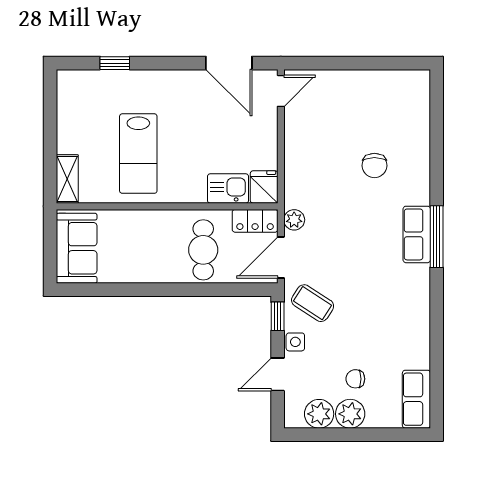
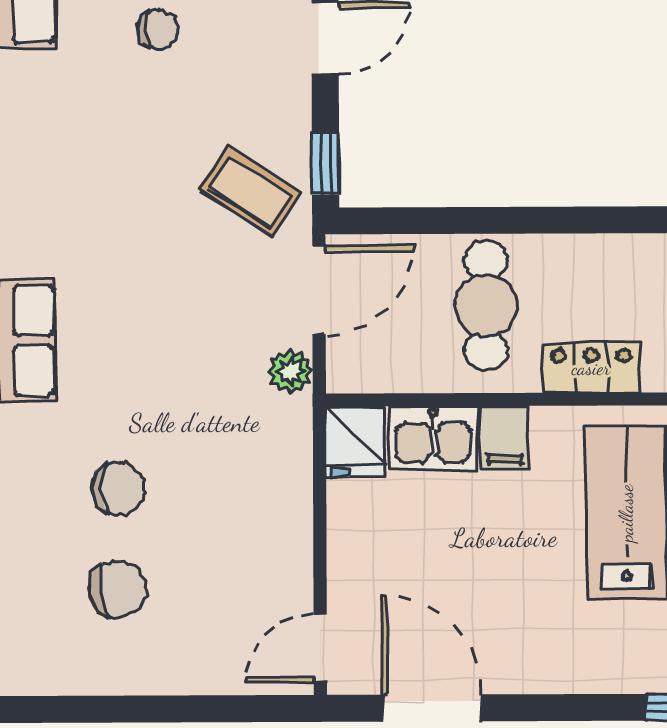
chair: (375, 119) -> (117, 589), added
chair: (374, 166) -> (118, 489), turned 90
filing cabinet: (195, 189) -> (505, 437), added
locker: (255, 221) -> (591, 368), moved
side table: (295, 342) -> (287, 108), removed

